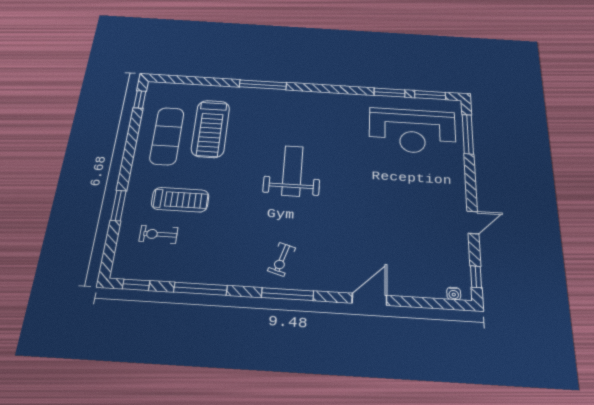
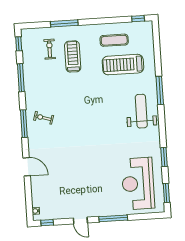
window: (389, 93) -> (164, 157), moved
window: (468, 134) -> (113, 218), moved
exercise mat: (167, 136) -> (114, 40), width x0.73, depth x0.69
weight bench: (292, 171) -> (141, 111), moved, turned -90
treadmill: (180, 200) -> (73, 56), turned 180
window: (118, 206) -> (64, 23), width x1.44

